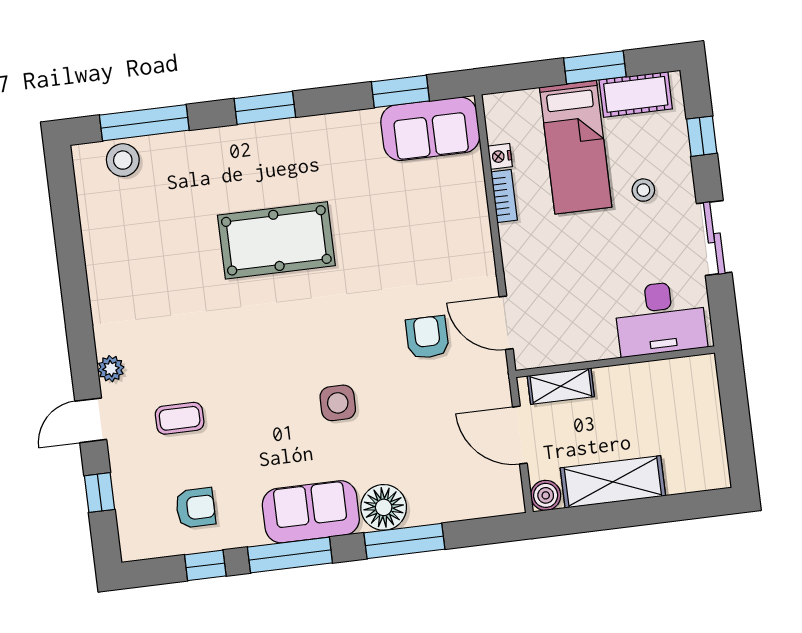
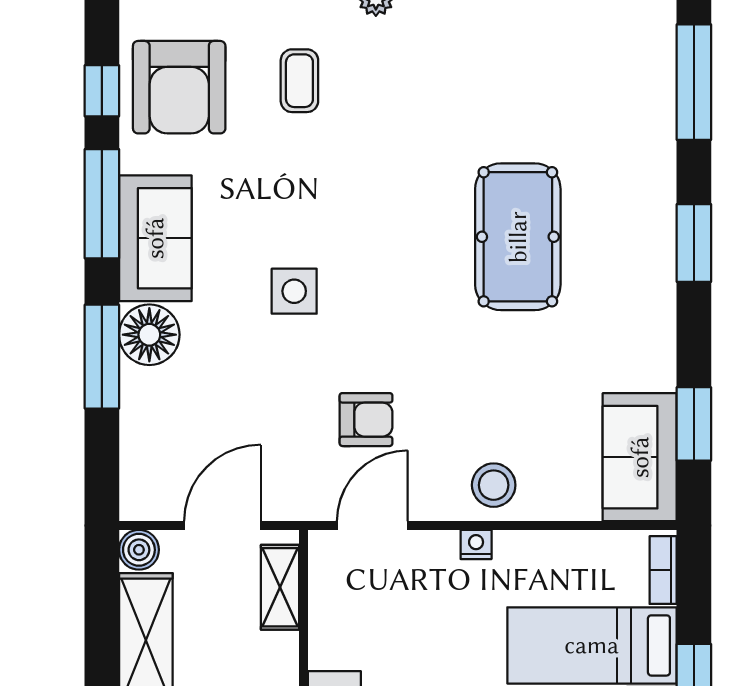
nightstand: (500, 156) -> (476, 544), moved
stool: (123, 160) -> (494, 485), moved
bookcase: (504, 196) -> (663, 570), moved, turned 90
armchair: (195, 508) -> (179, 87), width x1.88, depth x1.88

